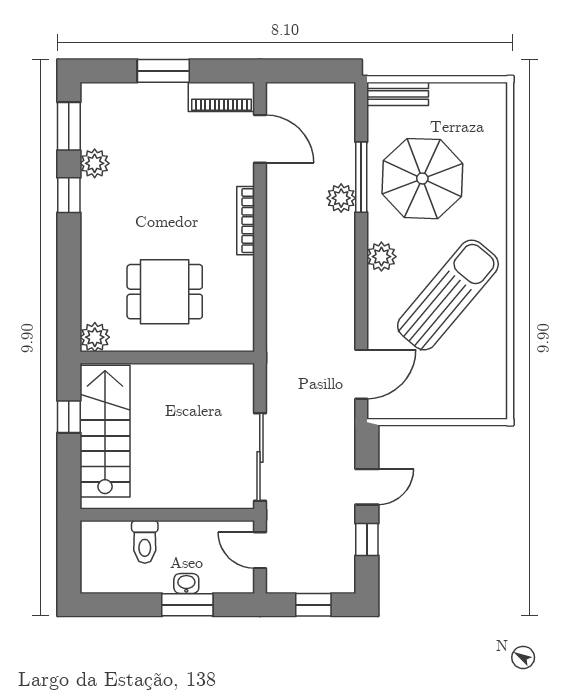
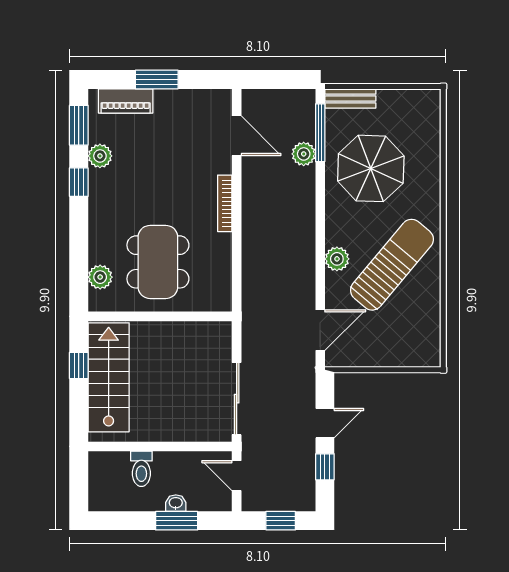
piano: (221, 97) -> (126, 101), moved
window: (361, 177) -> (320, 133), moved
plant: (341, 198) -> (304, 154), moved
plant: (381, 257) -> (337, 259), moved
dining table: (165, 292) -> (158, 262), width x1.38
plant: (95, 337) -> (100, 277), moved

